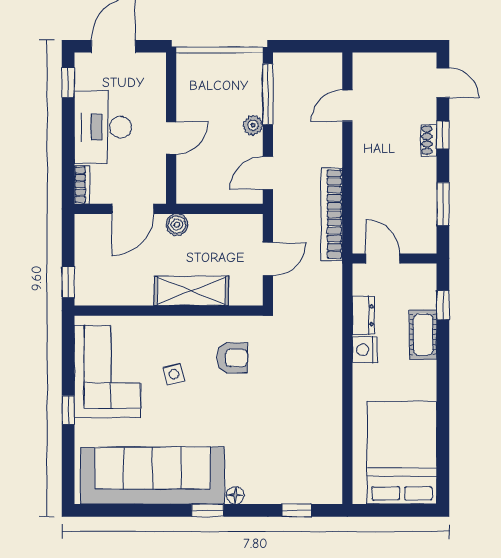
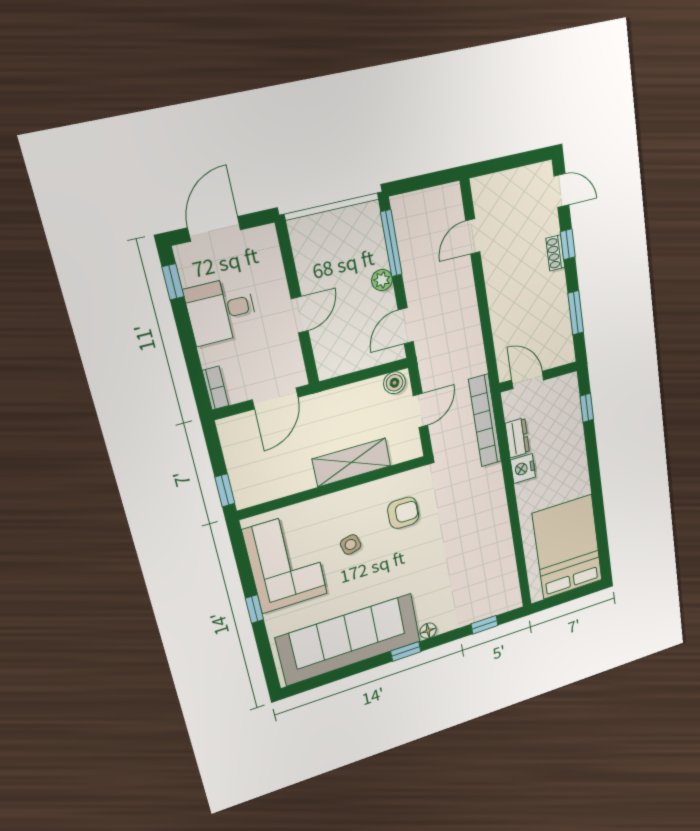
desk: (103, 127) -> (221, 311), width x0.73
bookcase: (332, 214) -> (485, 421), moved
boiler: (177, 225) -> (394, 383), moved
cot: (423, 335) -> (573, 439), removed

